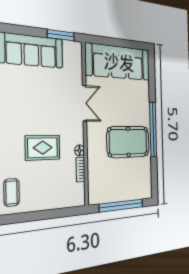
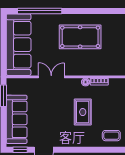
window: (153, 129) -> (40, 11), moved
pool table: (128, 142) -> (80, 37), turned 90

